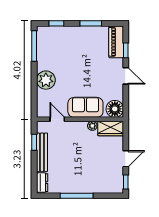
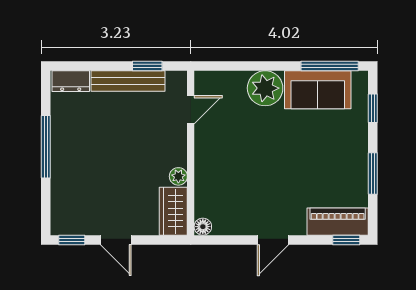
window: (126, 50) -> (346, 240), moved
sofa: (85, 107) -> (318, 90), moved, turned 90
floor lamp: (115, 109) -> (203, 227), width x0.53, depth x0.53

